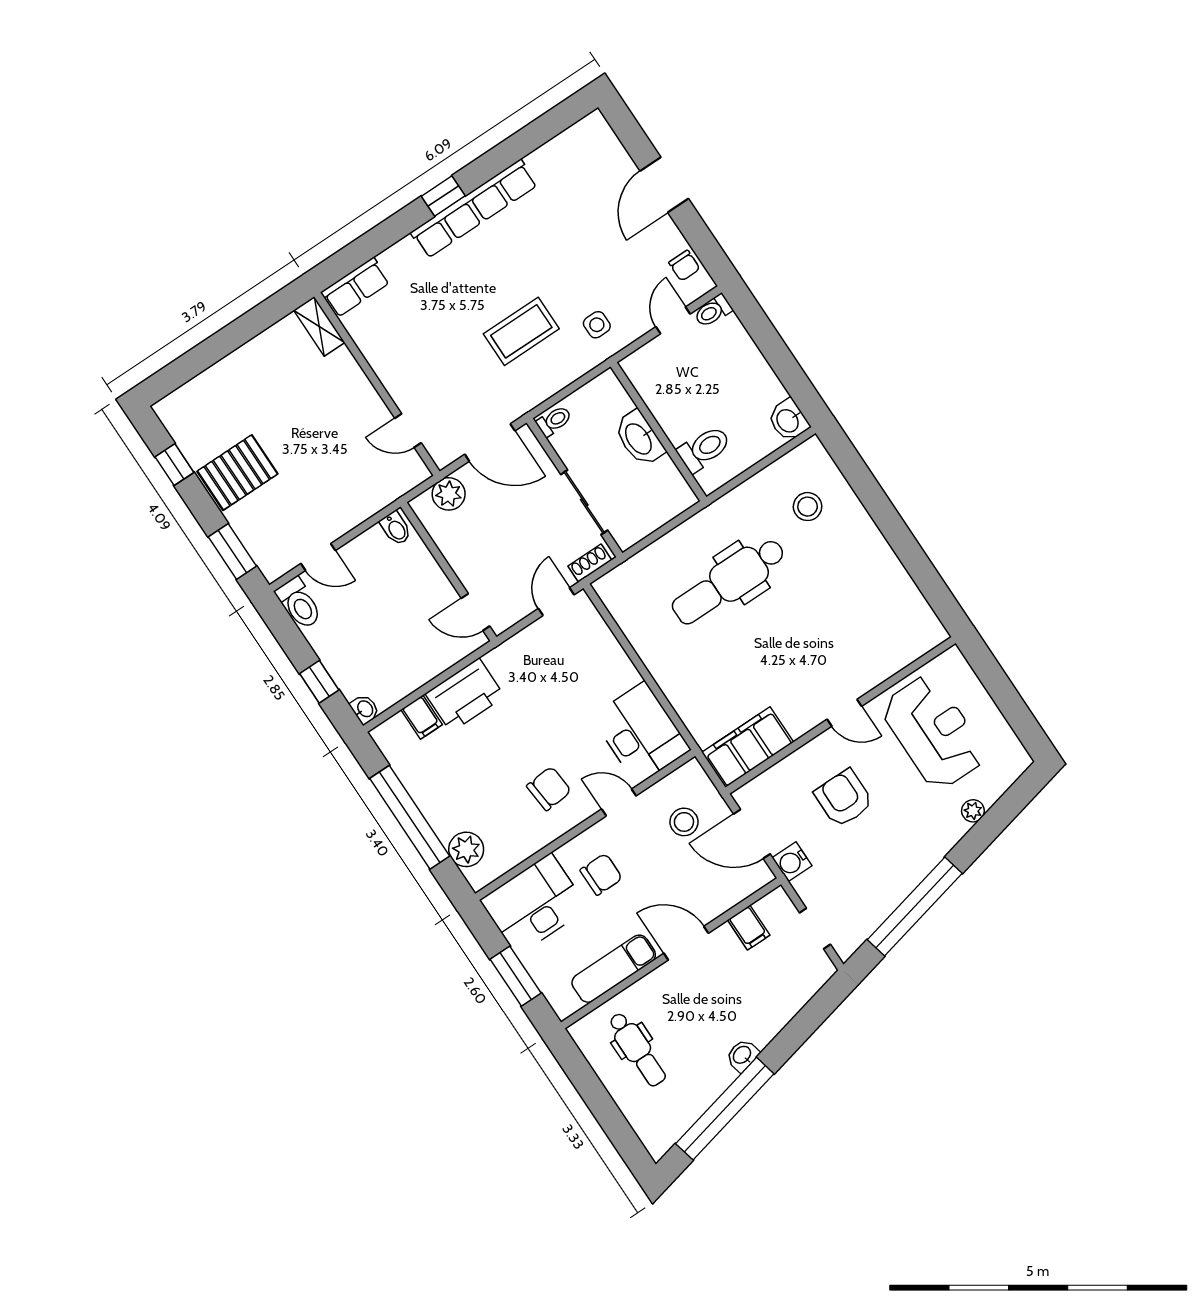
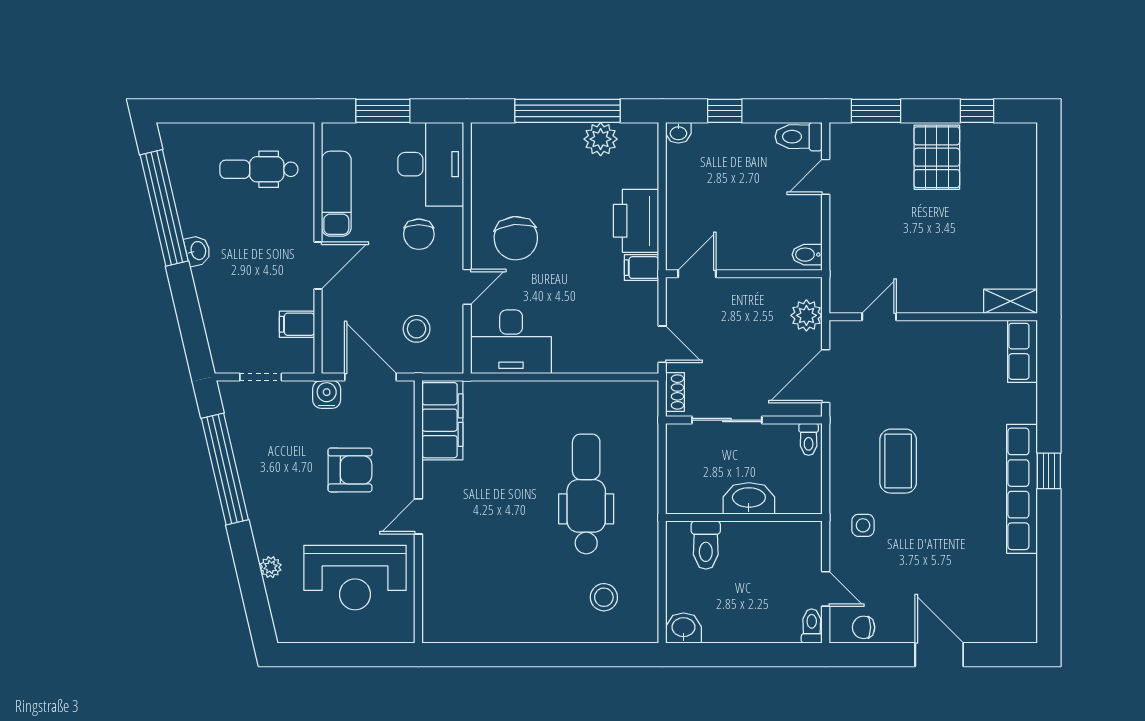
filing cabinet: (422, 717) -> (642, 268), moved
chair: (549, 789) -> (516, 238), width x1.37, depth x1.37
door: (752, 834) -> (370, 377), hinge flipped
plant: (466, 849) -> (601, 139), moved

